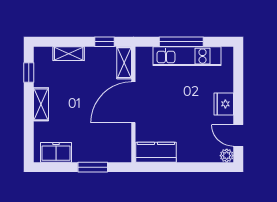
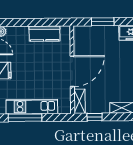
window: (181, 42) -> (25, 118), moved
kitchen counter: (156, 152) -> (45, 34), moved

